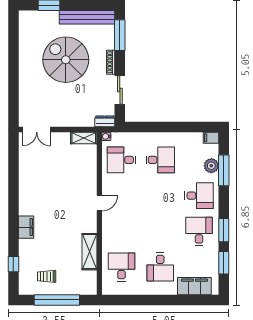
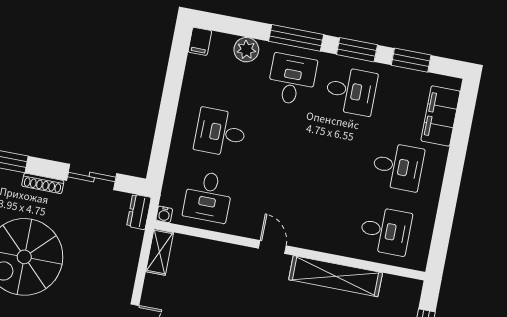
desk: (160, 160) -> (220, 132), turned -90
window: (224, 170) -> (296, 38), moved
desk: (199, 231) -> (351, 91), turned 180
shelving: (89, 252) -> (336, 276), width x1.47
desk: (121, 267) -> (385, 231), turned 180

